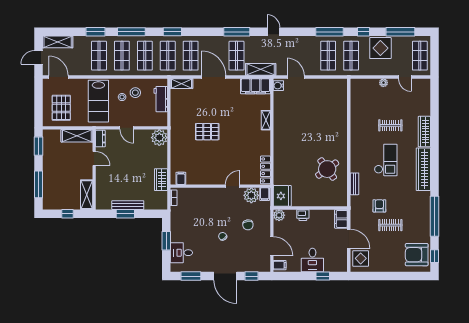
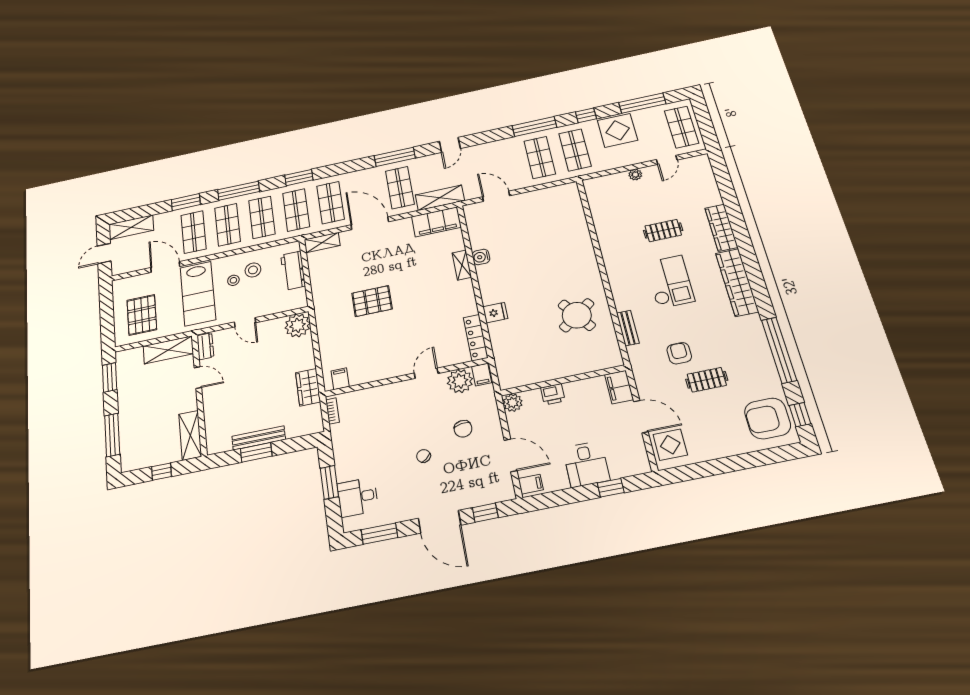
door: (273, 32) -> (450, 145), swing flipped
door: (58, 77) -> (165, 267), moved
door: (405, 77) -> (667, 160), hinge flipped
water cooler: (278, 86) -> (481, 257), moved
fridge: (282, 196) -> (495, 313), moved, width x0.53, depth x0.75

